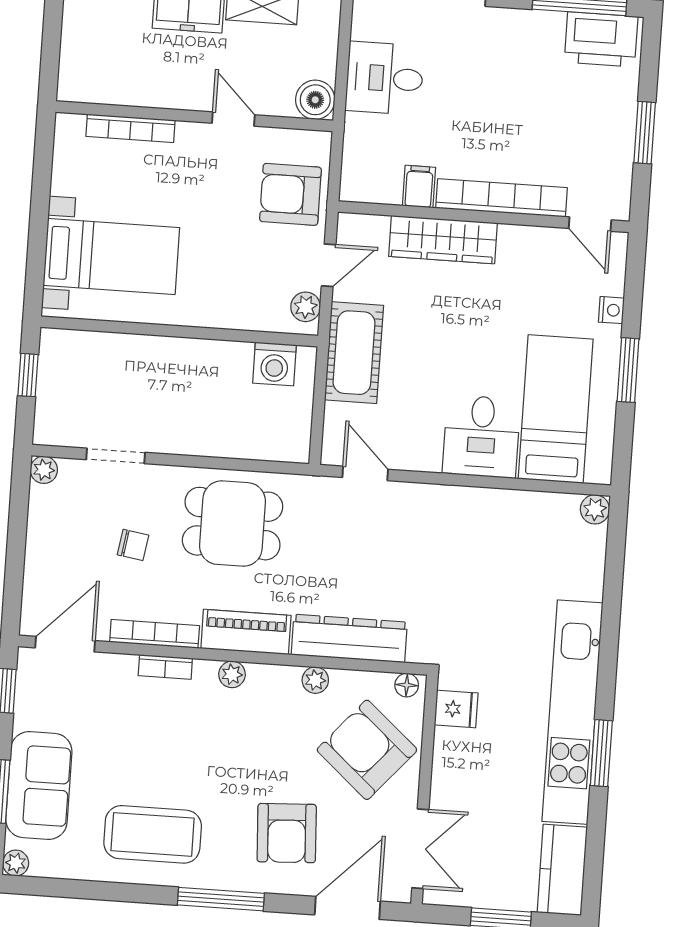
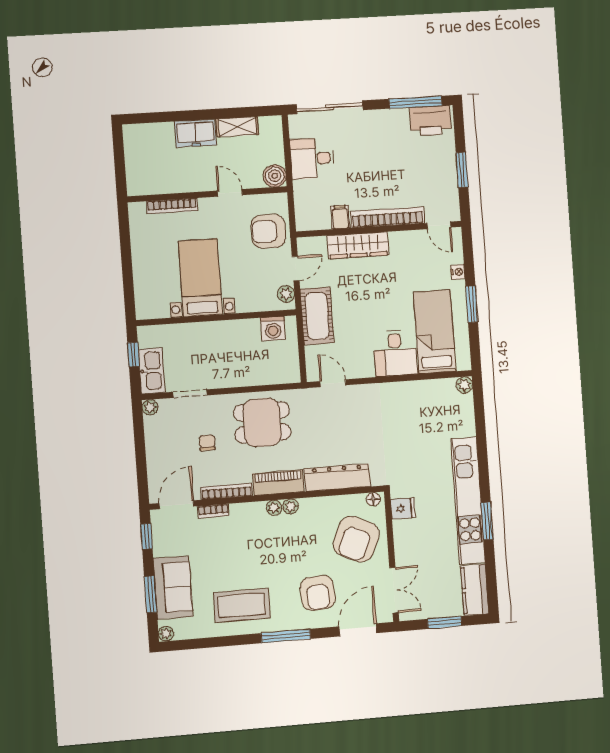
bed with nightstands: (111, 256) -> (200, 278), moved, turned -90
kitchen sink: (55, 407) -> (152, 371), added
chair: (133, 545) -> (207, 443), turned -99
bookcase: (165, 667) -> (213, 511), moved
plant: (315, 680) -> (291, 506), moved
armchair: (367, 750) -> (356, 539), turned -107

